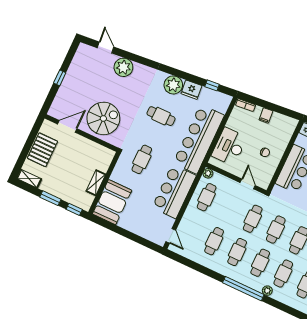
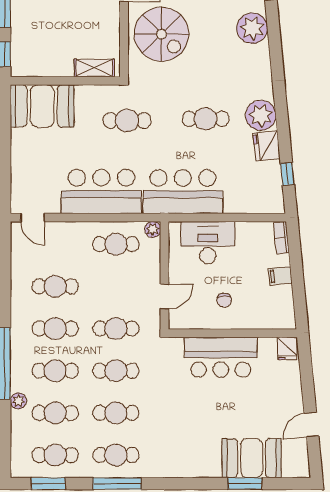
cafe table: (161, 116) -> (206, 119), turned 90
bar counter: (199, 139) -> (183, 192), width x0.73
shelving: (96, 183) -> (94, 68), moved
door: (171, 236) -> (33, 218), hinge flipped

